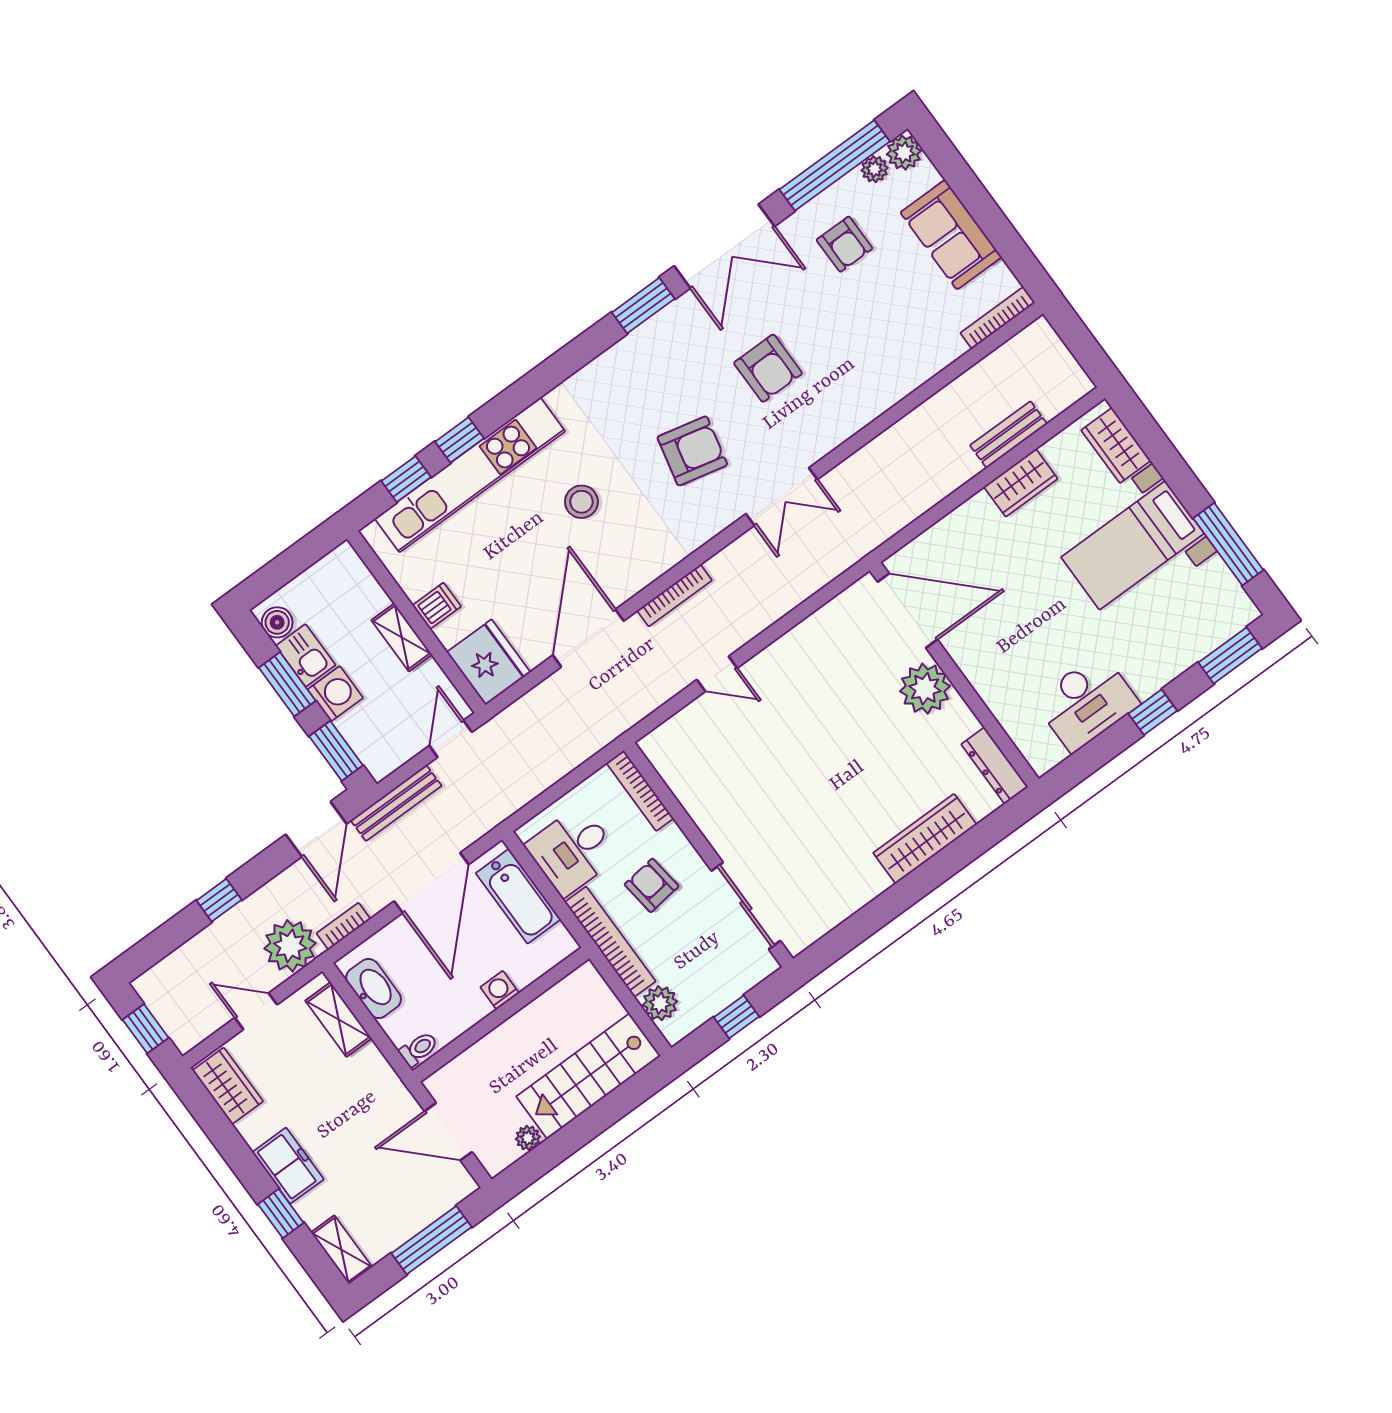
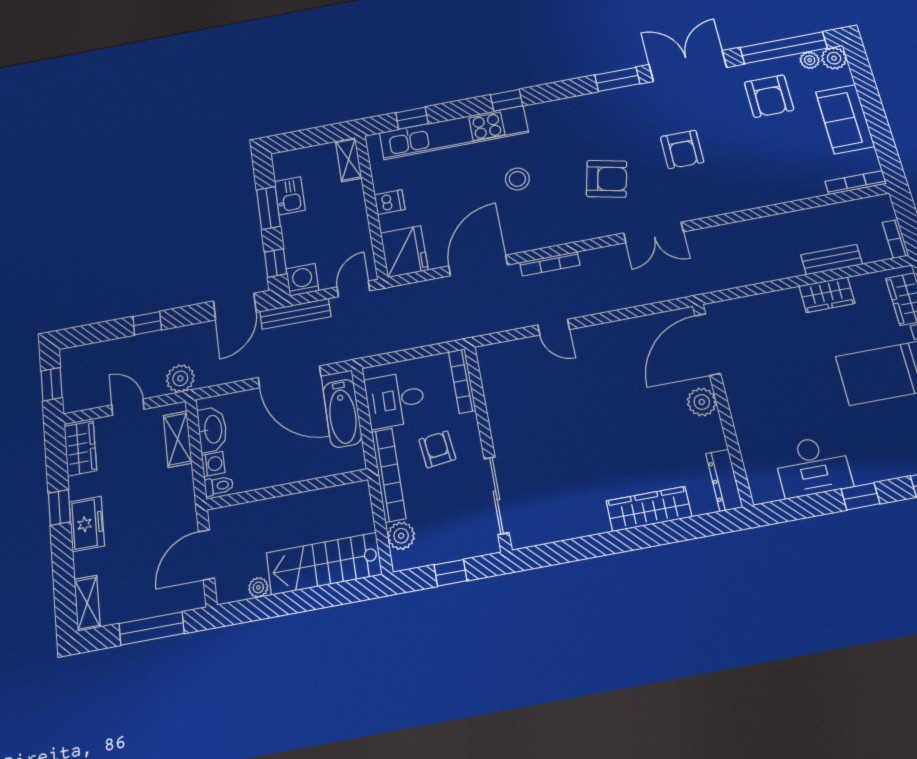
armchair: (845, 244) -> (769, 96), width x1.38, depth x1.38
double door: (724, 246) -> (688, 66), swing flipped
window: (460, 440) -> (506, 100), moved
door: (907, 611) -> (708, 344), swing flipped
boiler: (277, 622) -> (284, 168), removed
shelving: (402, 637) -> (349, 160), moved
plant: (925, 689) -> (702, 402), width x0.73, depth x0.73
washing machine: (335, 694) -> (302, 280), moved, turned -90
window: (336, 751) -> (276, 263), width x0.67
door: (431, 883) -> (290, 377), hinge flipped
bookcase: (343, 926) -> (896, 239), moved, turned -90
plant: (290, 946) -> (180, 378), width x0.73, depth x0.73
washing machine: (500, 990) -> (213, 464), moved, turned 90
door: (448, 1132) -> (206, 555), hinge flipped
window: (281, 1213) -> (59, 507), moved

